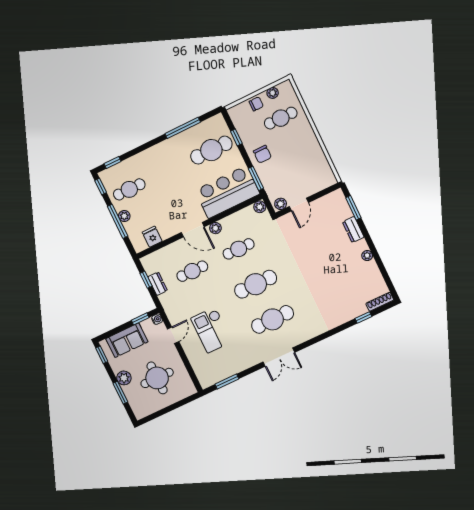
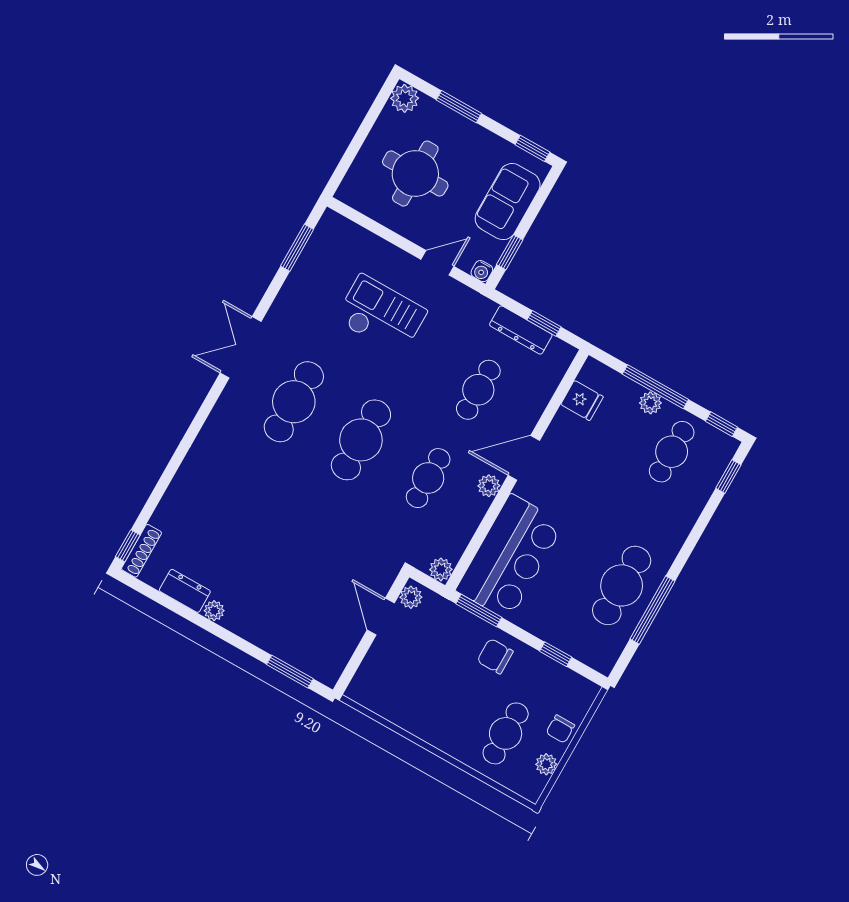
cafe table: (211, 150) -> (622, 585), moved
dresser: (353, 230) -> (185, 591), moved
dresser: (158, 284) -> (521, 330), width x1.44
window: (363, 317) -> (128, 546), moved
door: (173, 335) -> (437, 263), swing flipped
plant: (124, 378) -> (405, 98), moved

